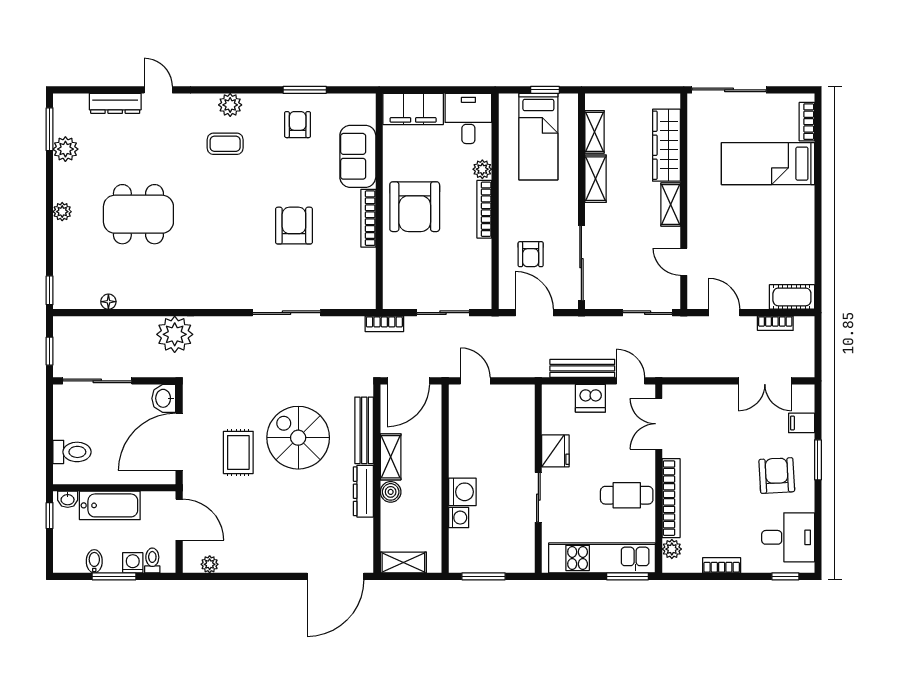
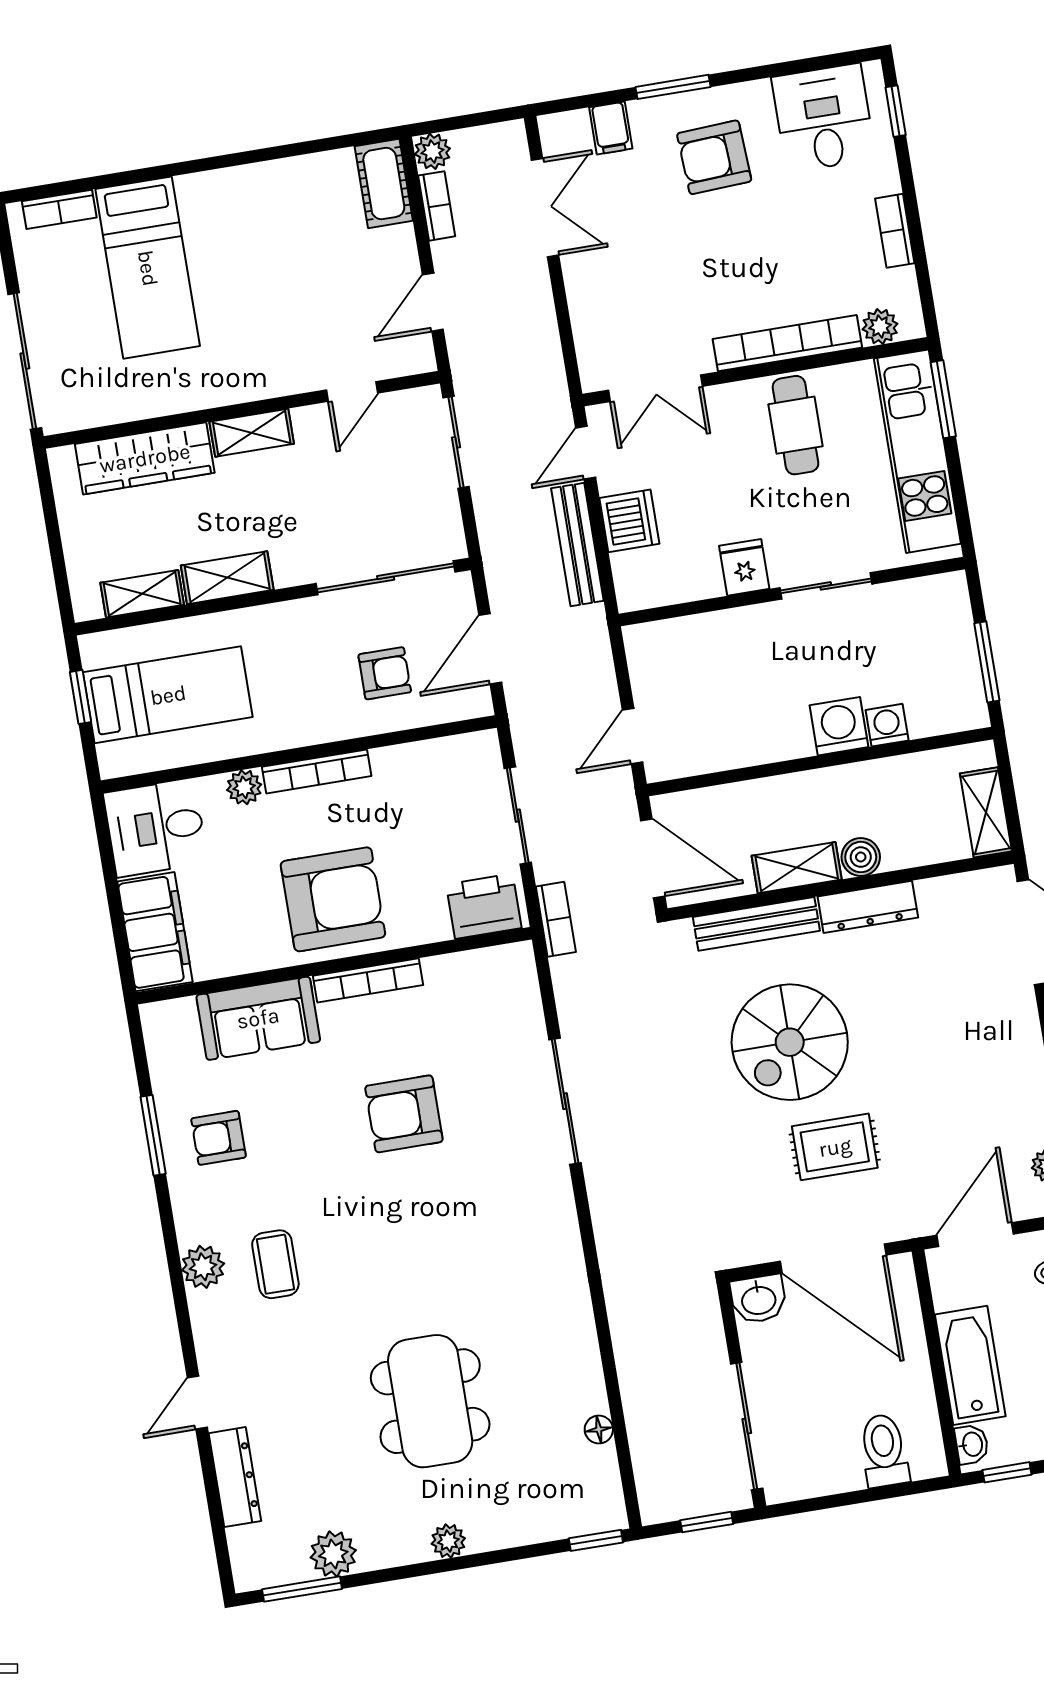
printer: (398, 287) -> (484, 906), added
plant: (175, 334) -> (432, 151), moved, width x0.53, depth x0.53
fridge: (555, 451) -> (744, 567), width x0.72

